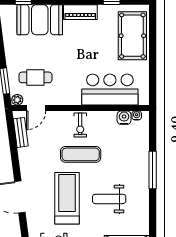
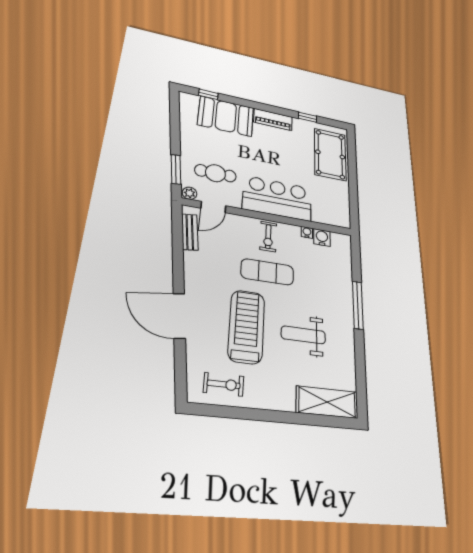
bar counter: (110, 90) -> (277, 198), moved
water cooler: (137, 115) -> (307, 232), moved

